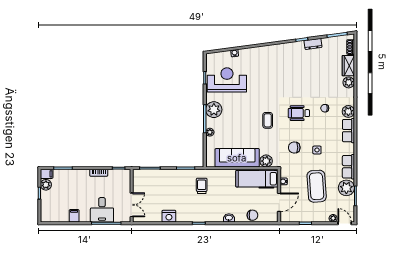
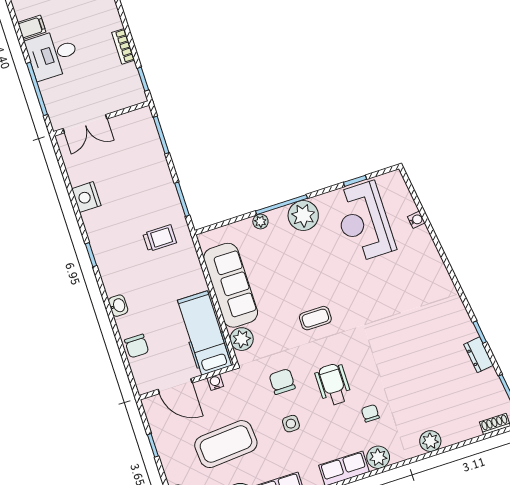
wardrobe: (348, 66) -> (460, 431), removed
reception desk: (227, 80) -> (364, 222), turned 180
wheelchair: (299, 113) -> (333, 384), moved
desk: (102, 210) -> (53, 54), moved

